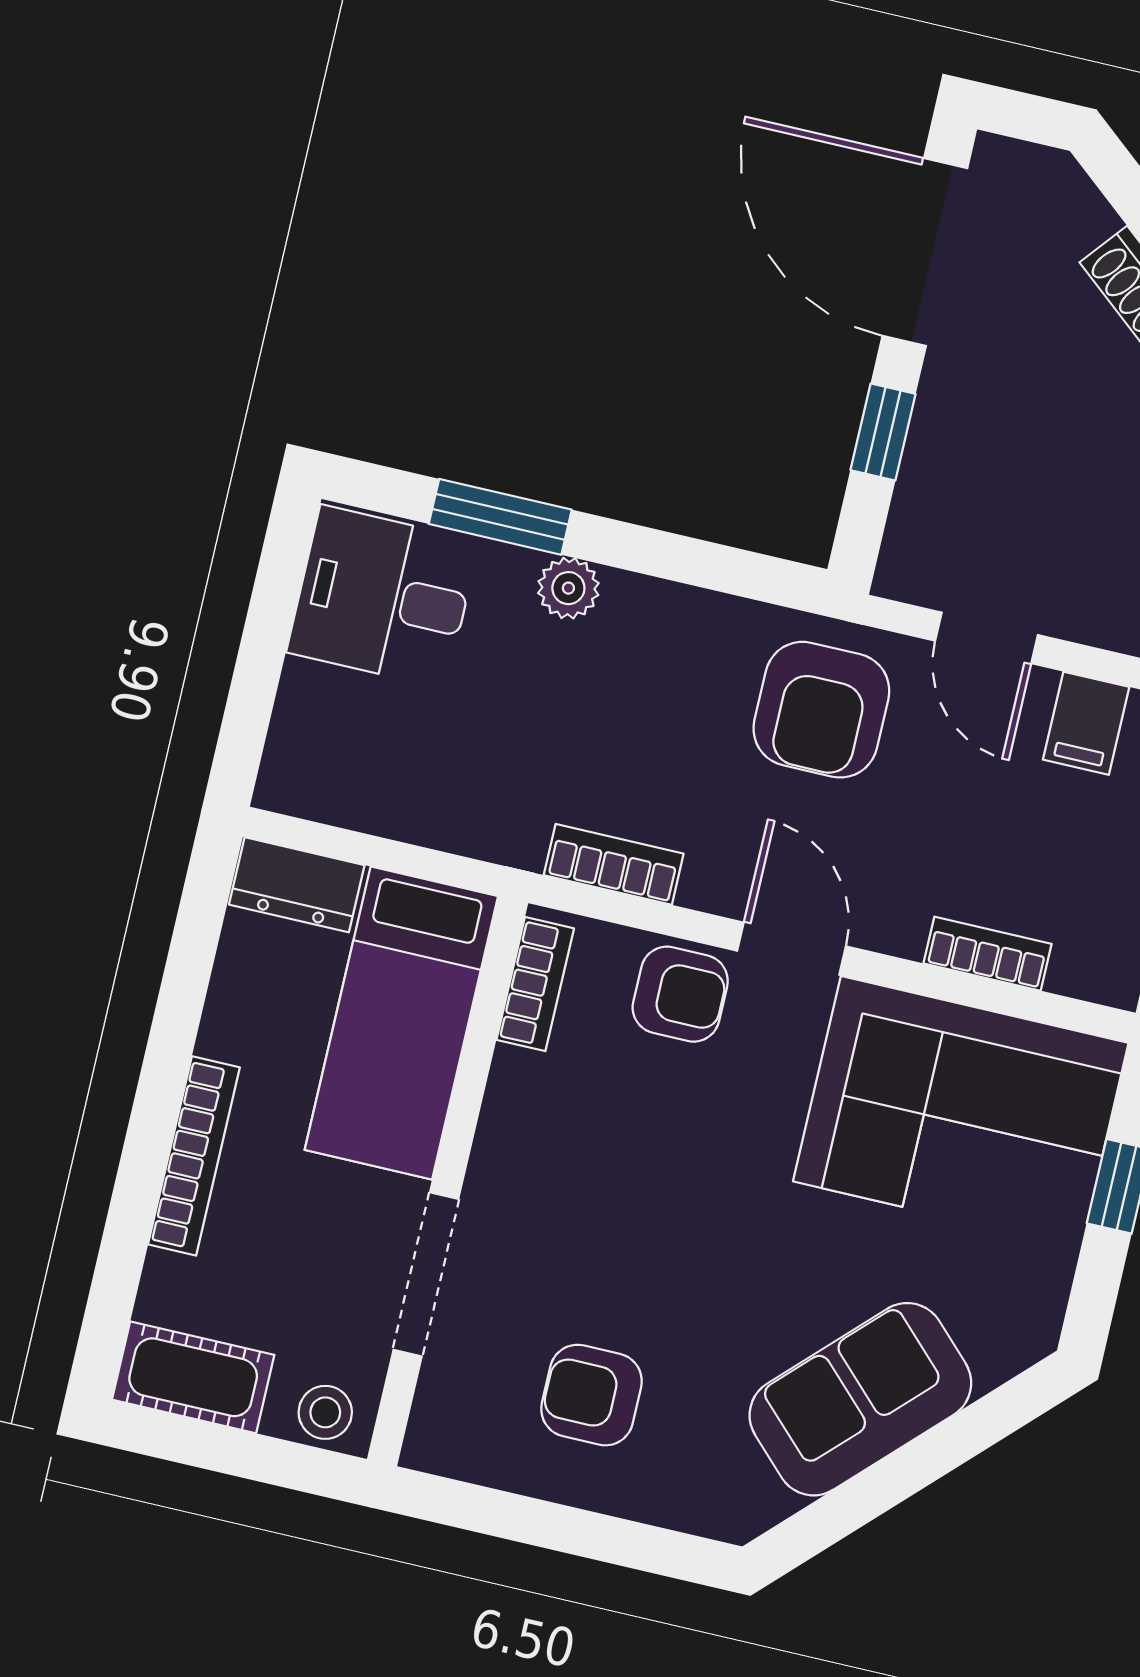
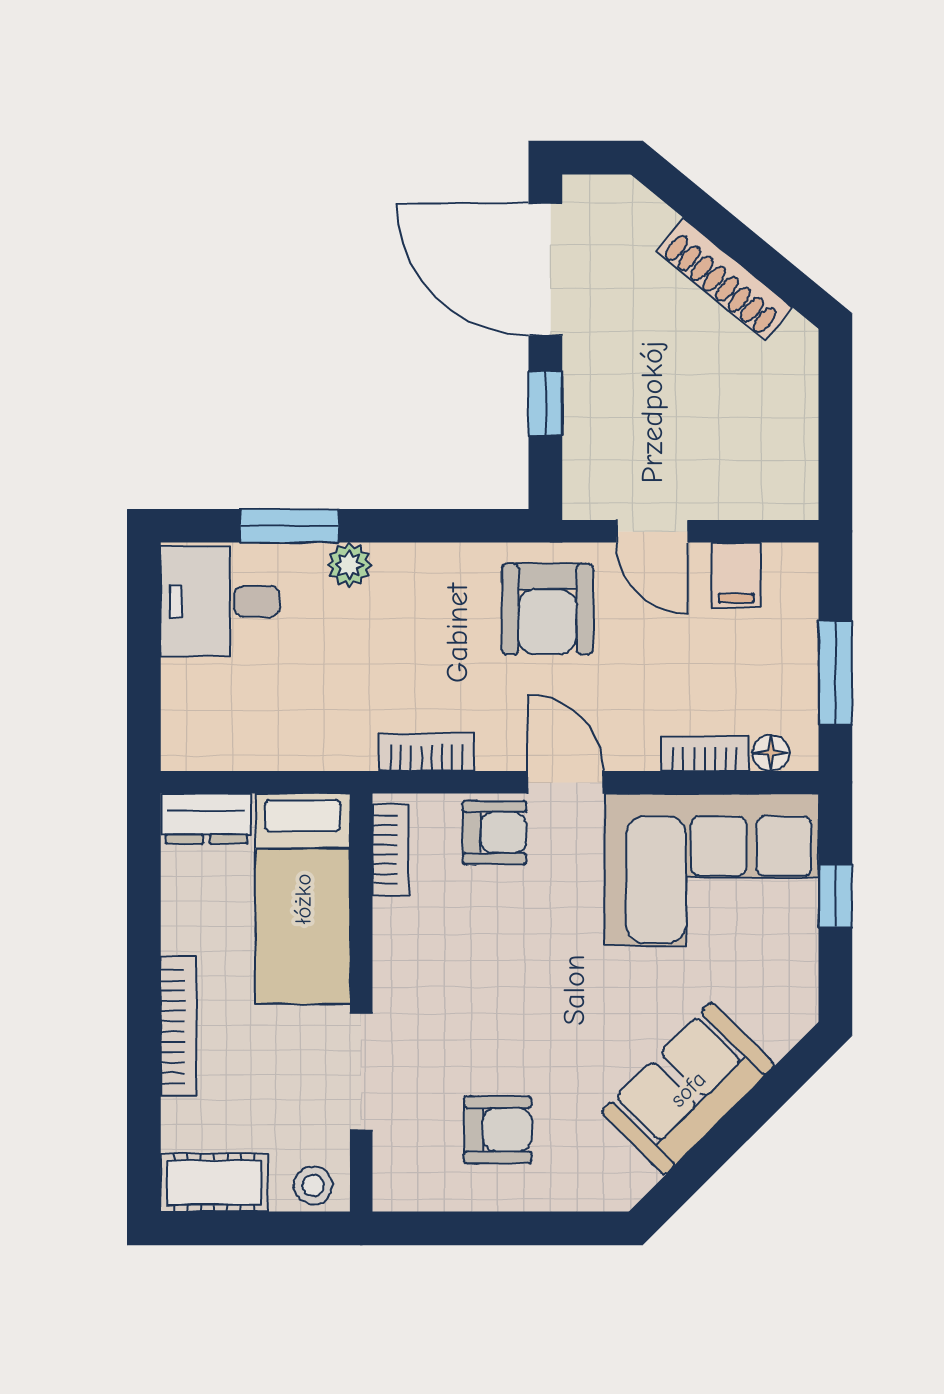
floor lamp: (1077, 973) -> (771, 753), added
armchair: (591, 1395) -> (498, 1130), turned 180

